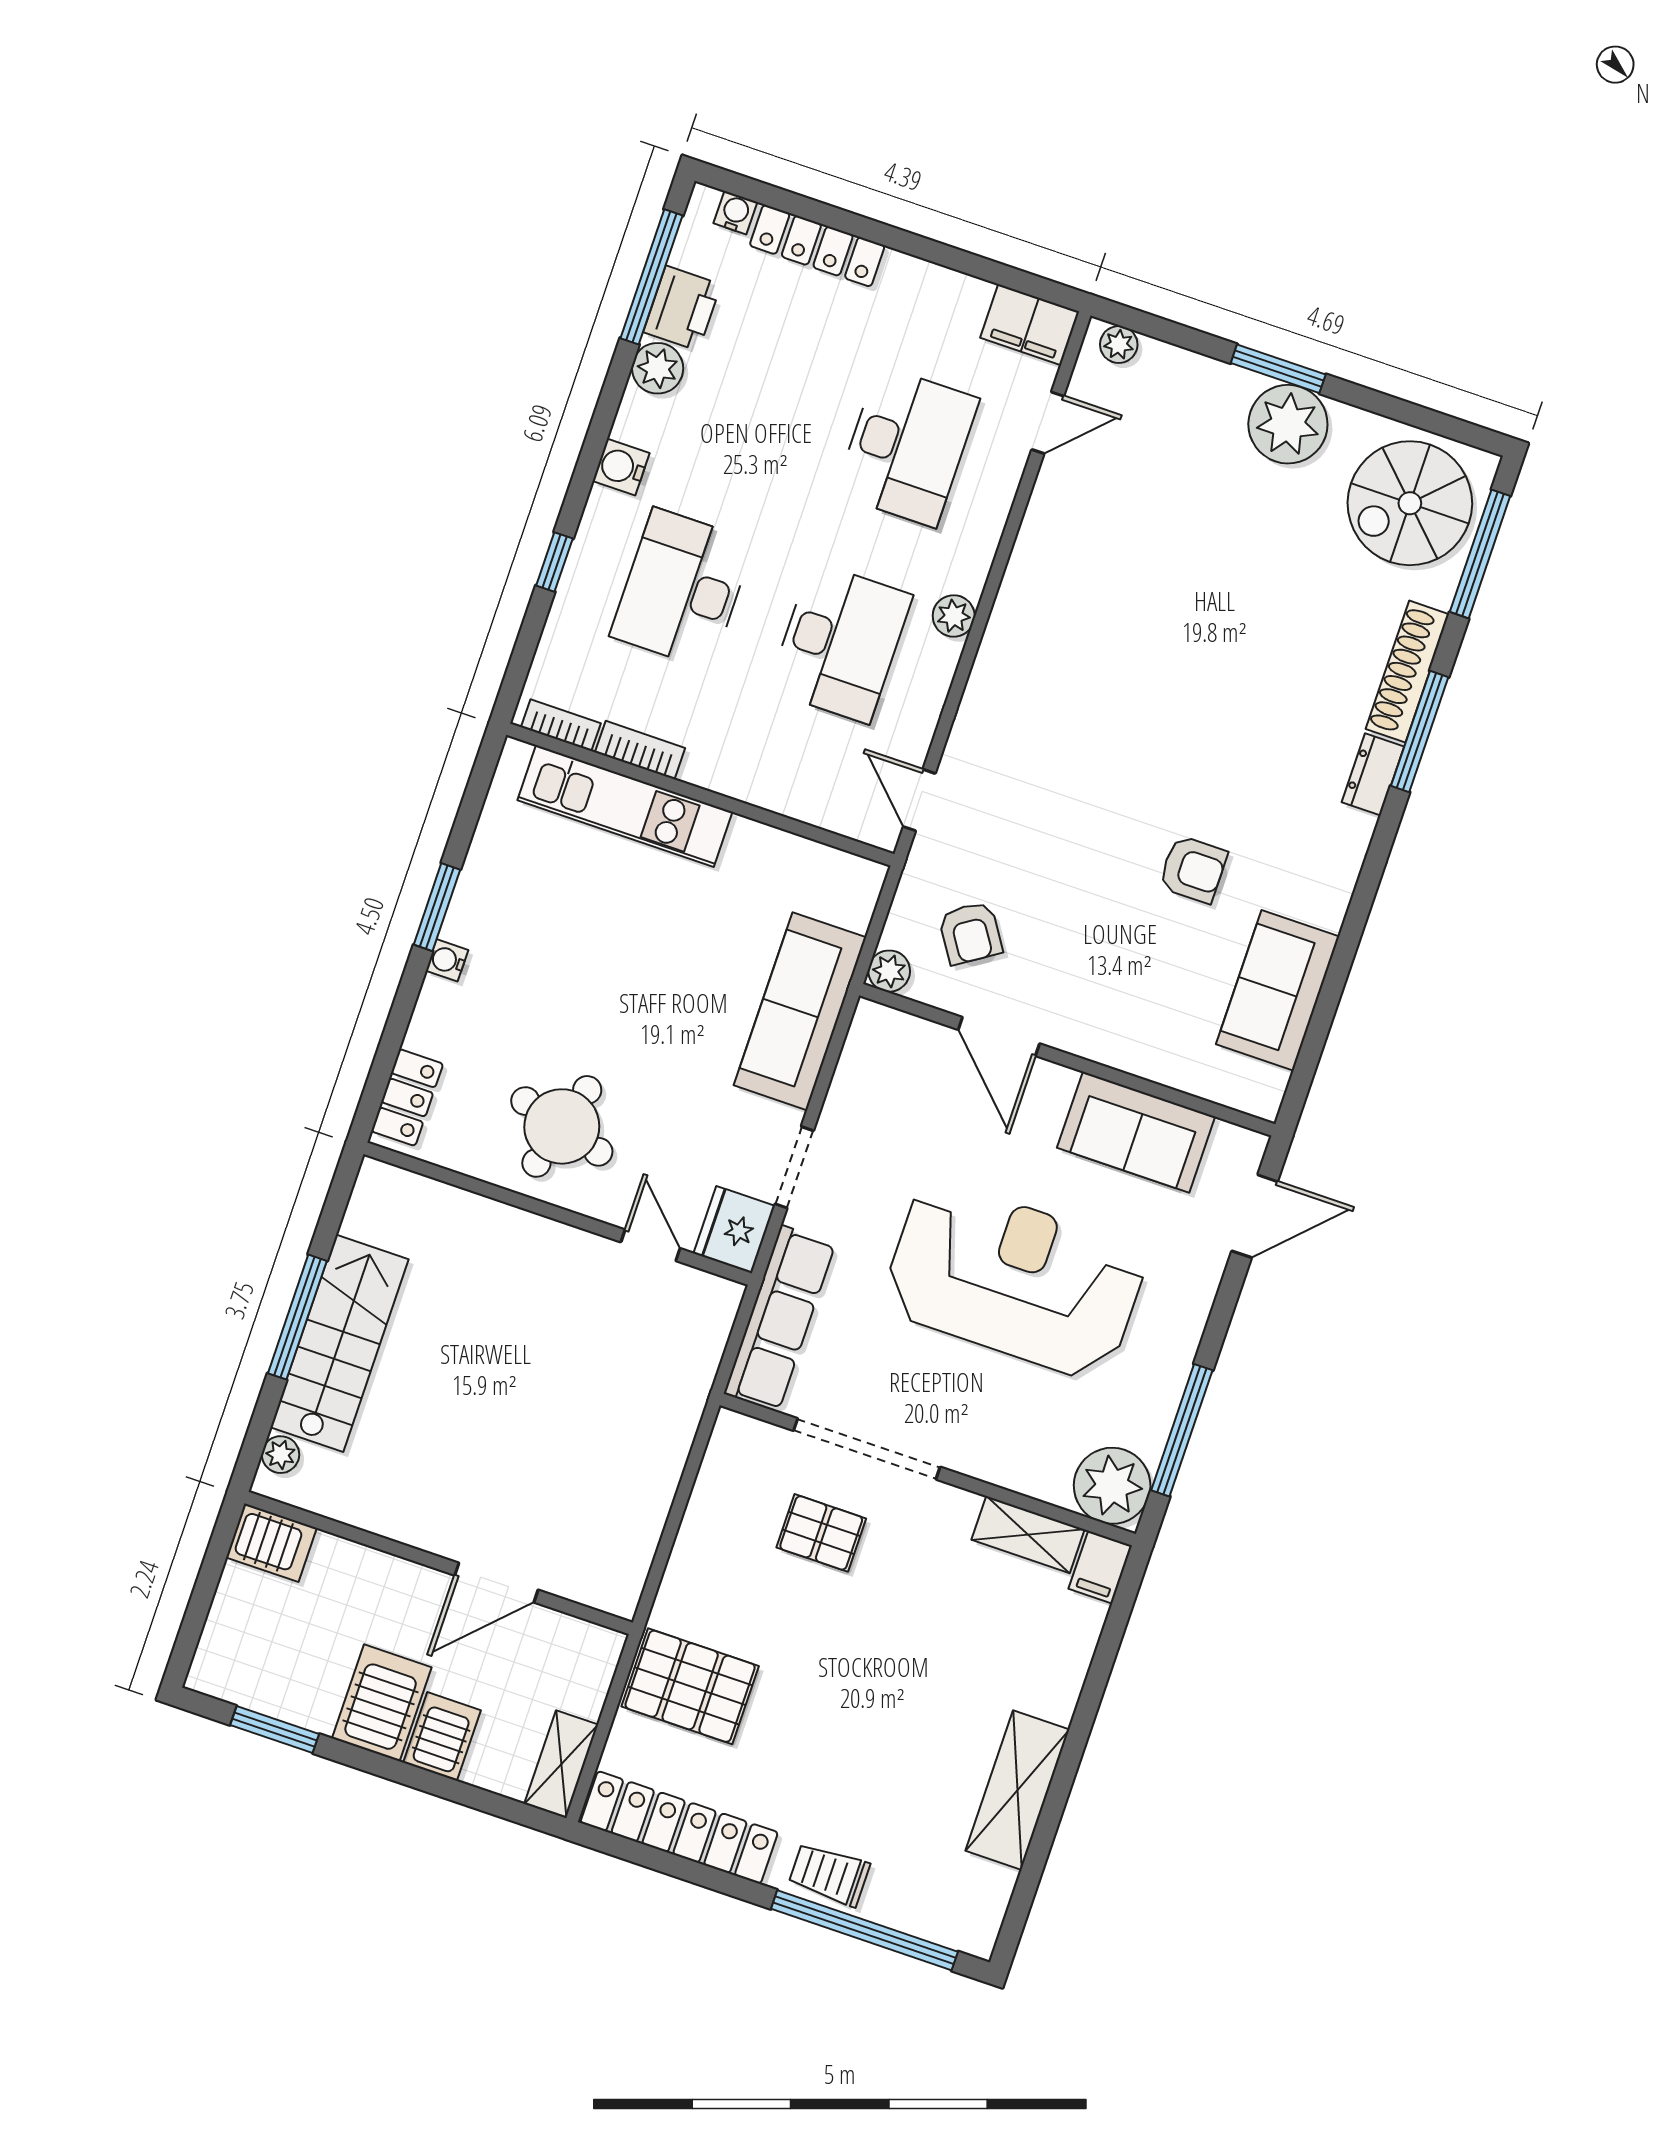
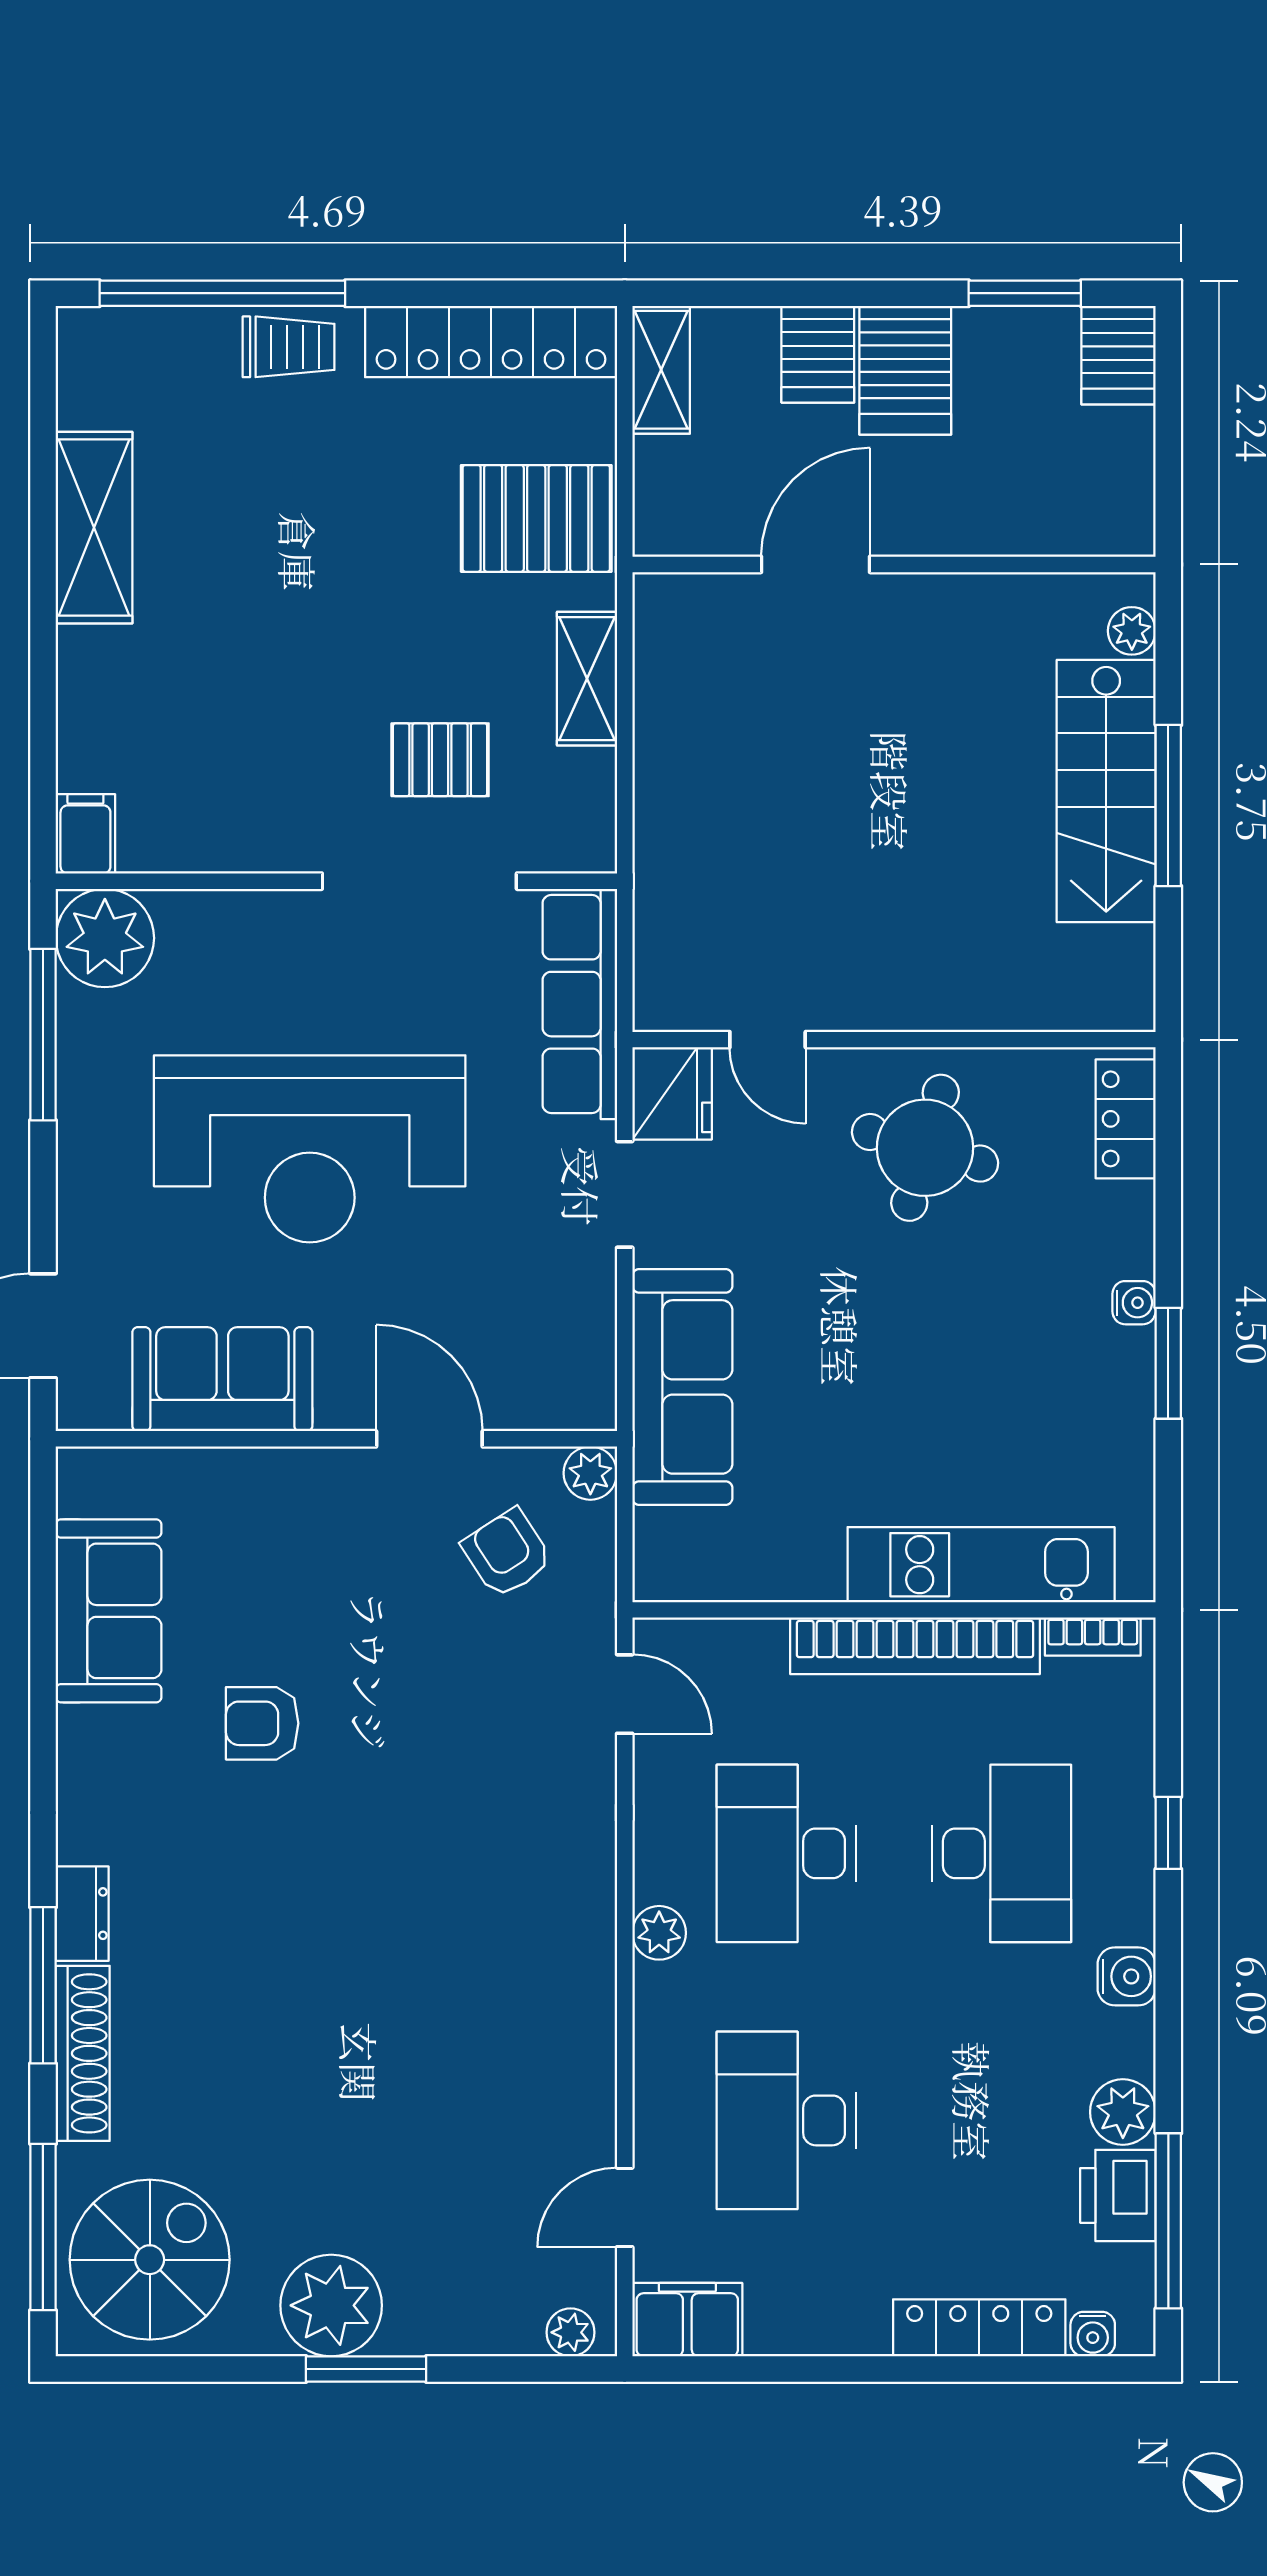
bookcase: (640, 750) -> (915, 1646), width x2.31, depth x1.31
shelving: (1028, 1535) -> (587, 679), moved, turned 90
server rack: (271, 1543) -> (1119, 355), moved, turned -90

